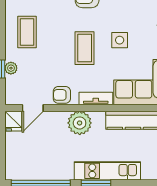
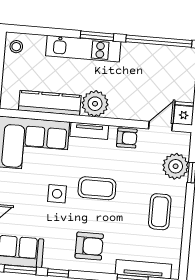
coffee table: (85, 48) -> (97, 188), turned 90
plant: (11, 68) -> (176, 166), width x1.88, depth x1.88
plant: (80, 123) -> (95, 104), moved

